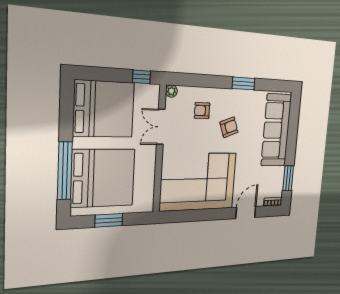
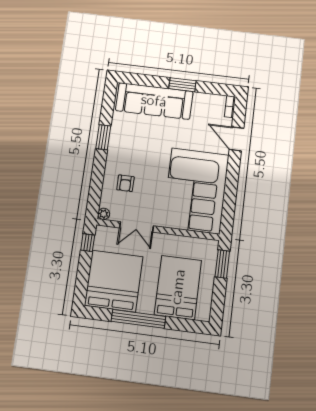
armchair: (229, 127) -> (145, 155), removed
window: (65, 171) -> (138, 319), moved
bed: (103, 178) -> (178, 287), width x0.73
window: (288, 178) -> (182, 85), moved
window: (109, 220) -> (222, 264), moved

